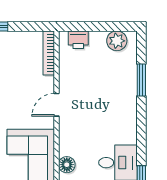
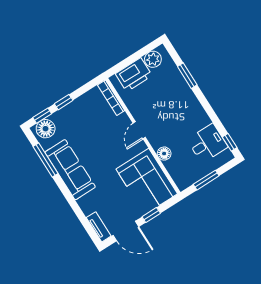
printer: (78, 40) -> (134, 75), width x1.87, depth x1.48
floor lamp: (67, 165) -> (164, 154), moved

